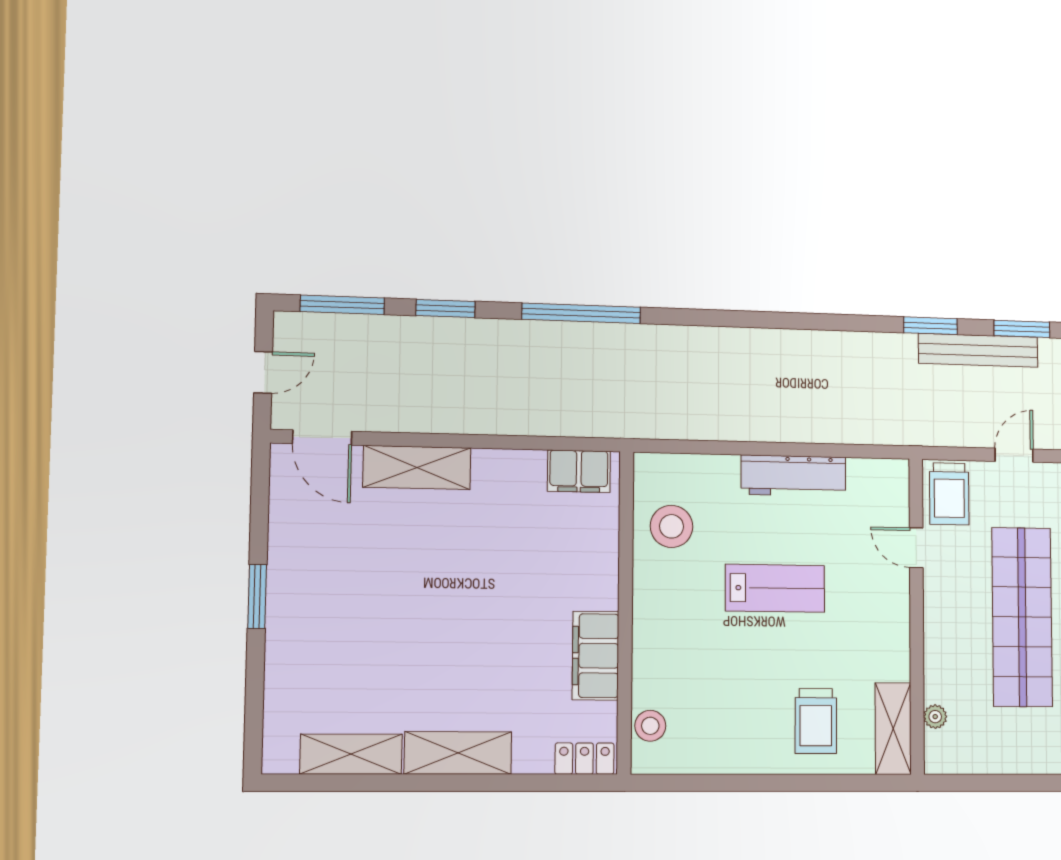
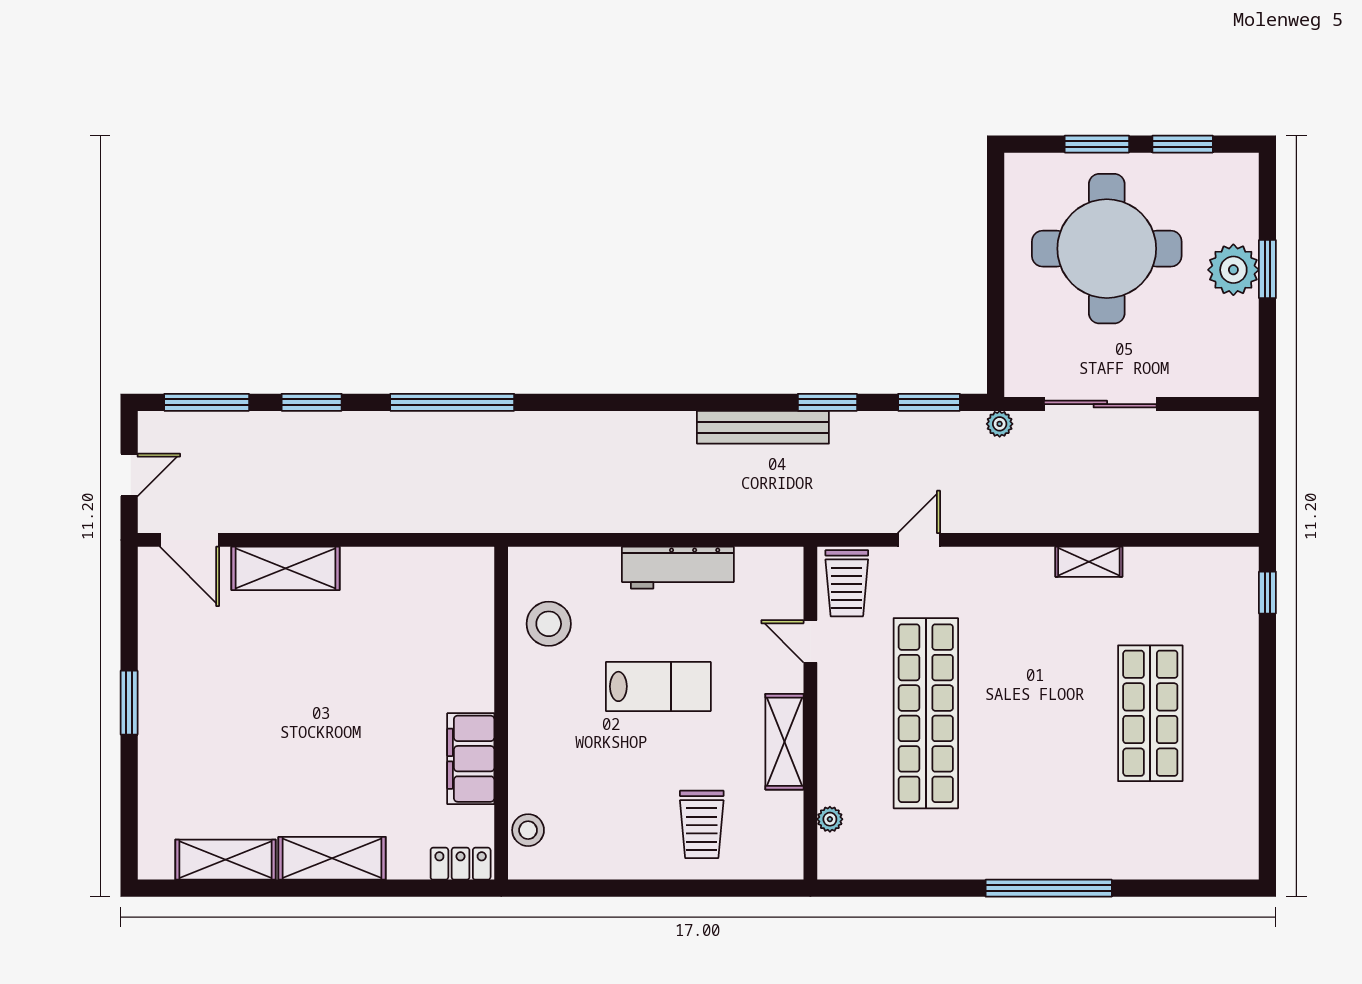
bench: (978, 350) -> (763, 427), moved
filing cabinet: (579, 471) -> (452, 568), removed
shelving: (893, 729) -> (784, 742), moved

